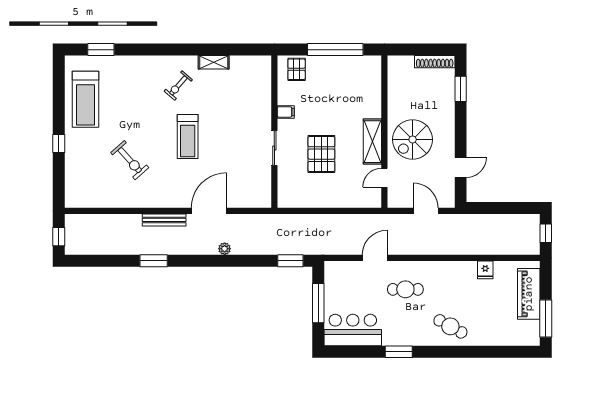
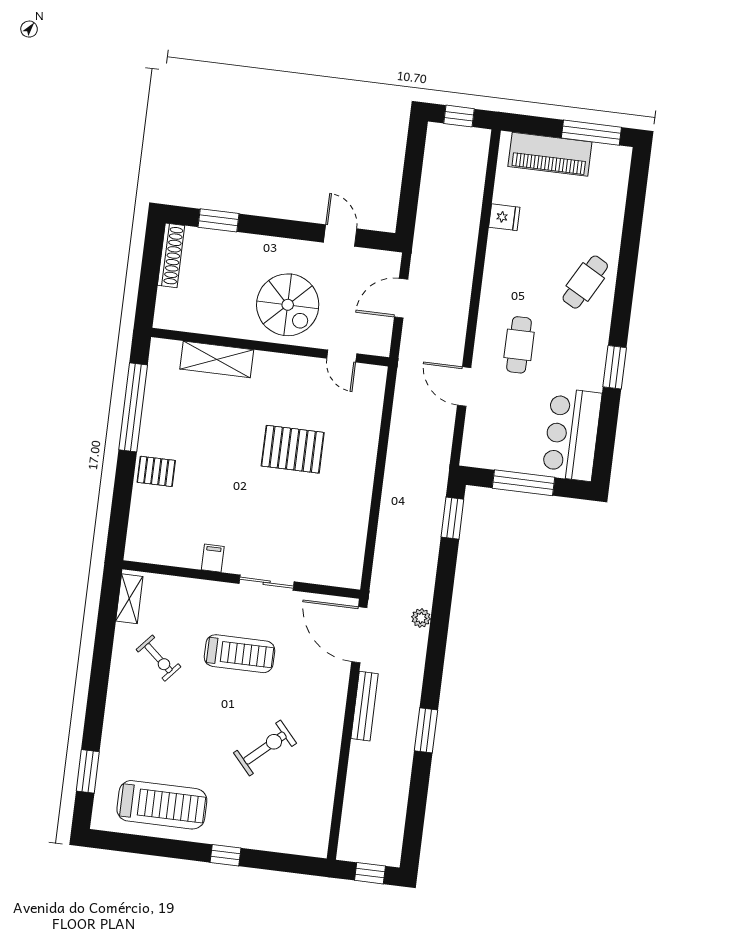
filing cabinet: (286, 112) -> (213, 558), moved
wall: (274, 132) -> (241, 579), moved
shelving: (372, 142) -> (217, 359), moved
sliding door: (274, 148) -> (267, 583), moved

